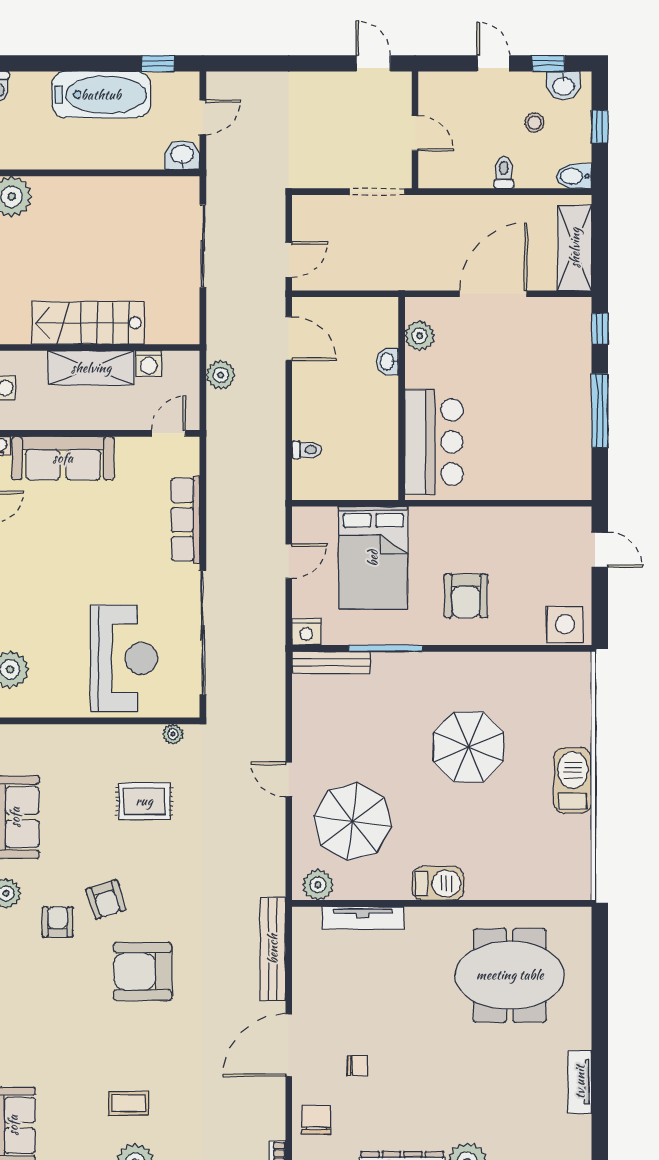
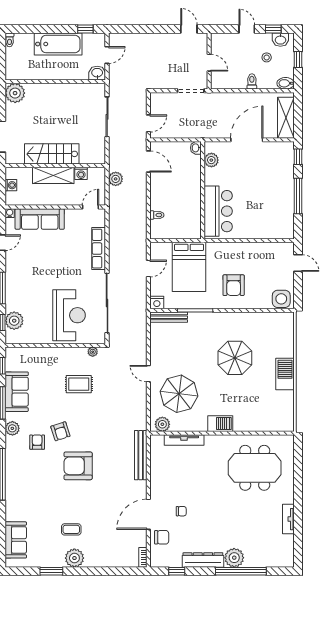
washbasin: (387, 362) -> (196, 148), moved
door: (289, 1045) -> (148, 514), moved
chair: (316, 1120) -> (162, 537), turned 90

